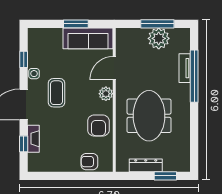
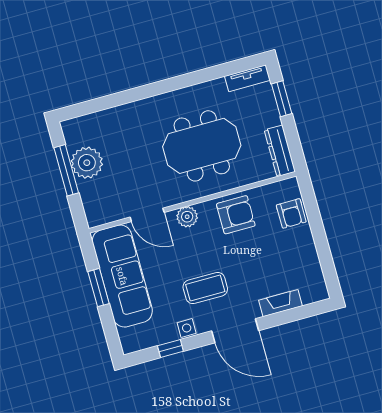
sofa: (88, 38) -> (122, 276), width x1.36, depth x1.27
tv unit: (185, 68) -> (247, 78), moved
window: (194, 76) -> (127, 97), removed
window: (24, 144) -> (292, 315), removed
dresser: (146, 165) -> (280, 151), moved

